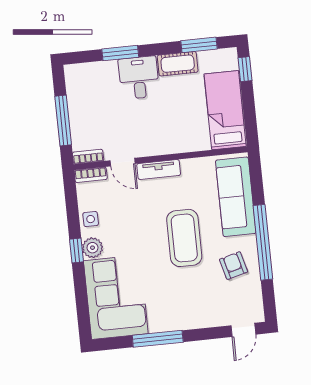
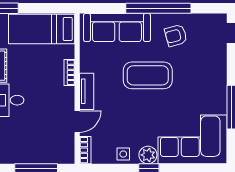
bookcase: (88, 157) -> (69, 72), moved

